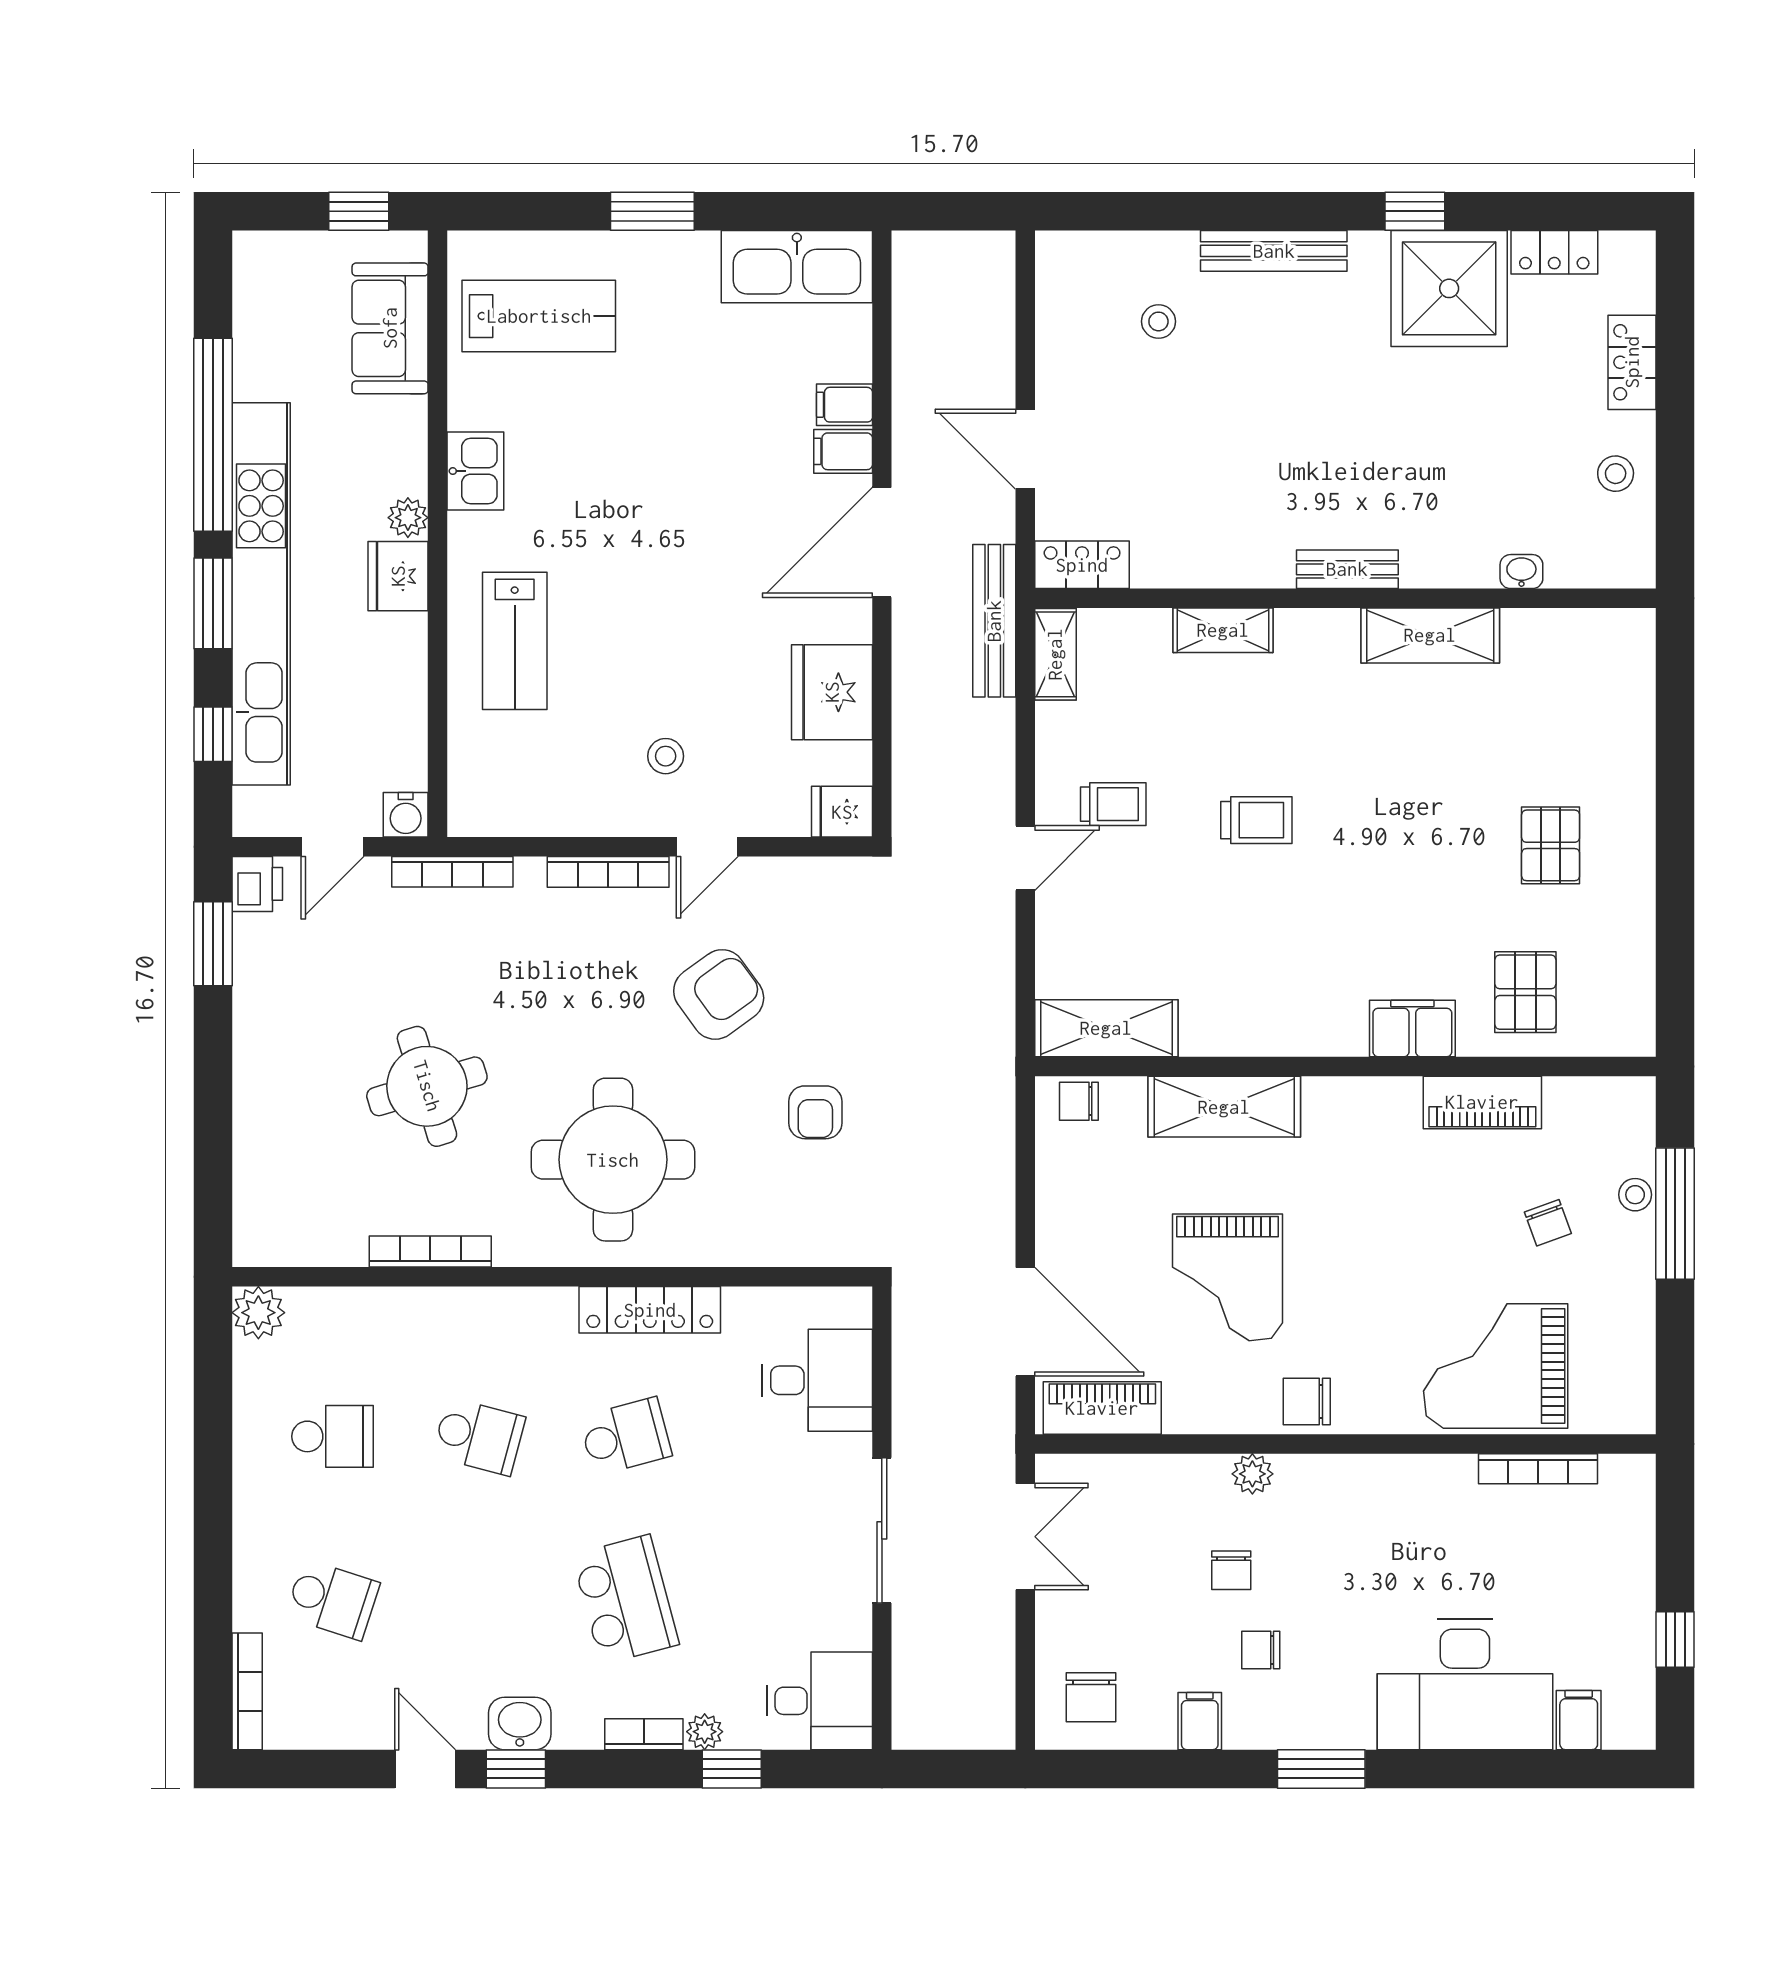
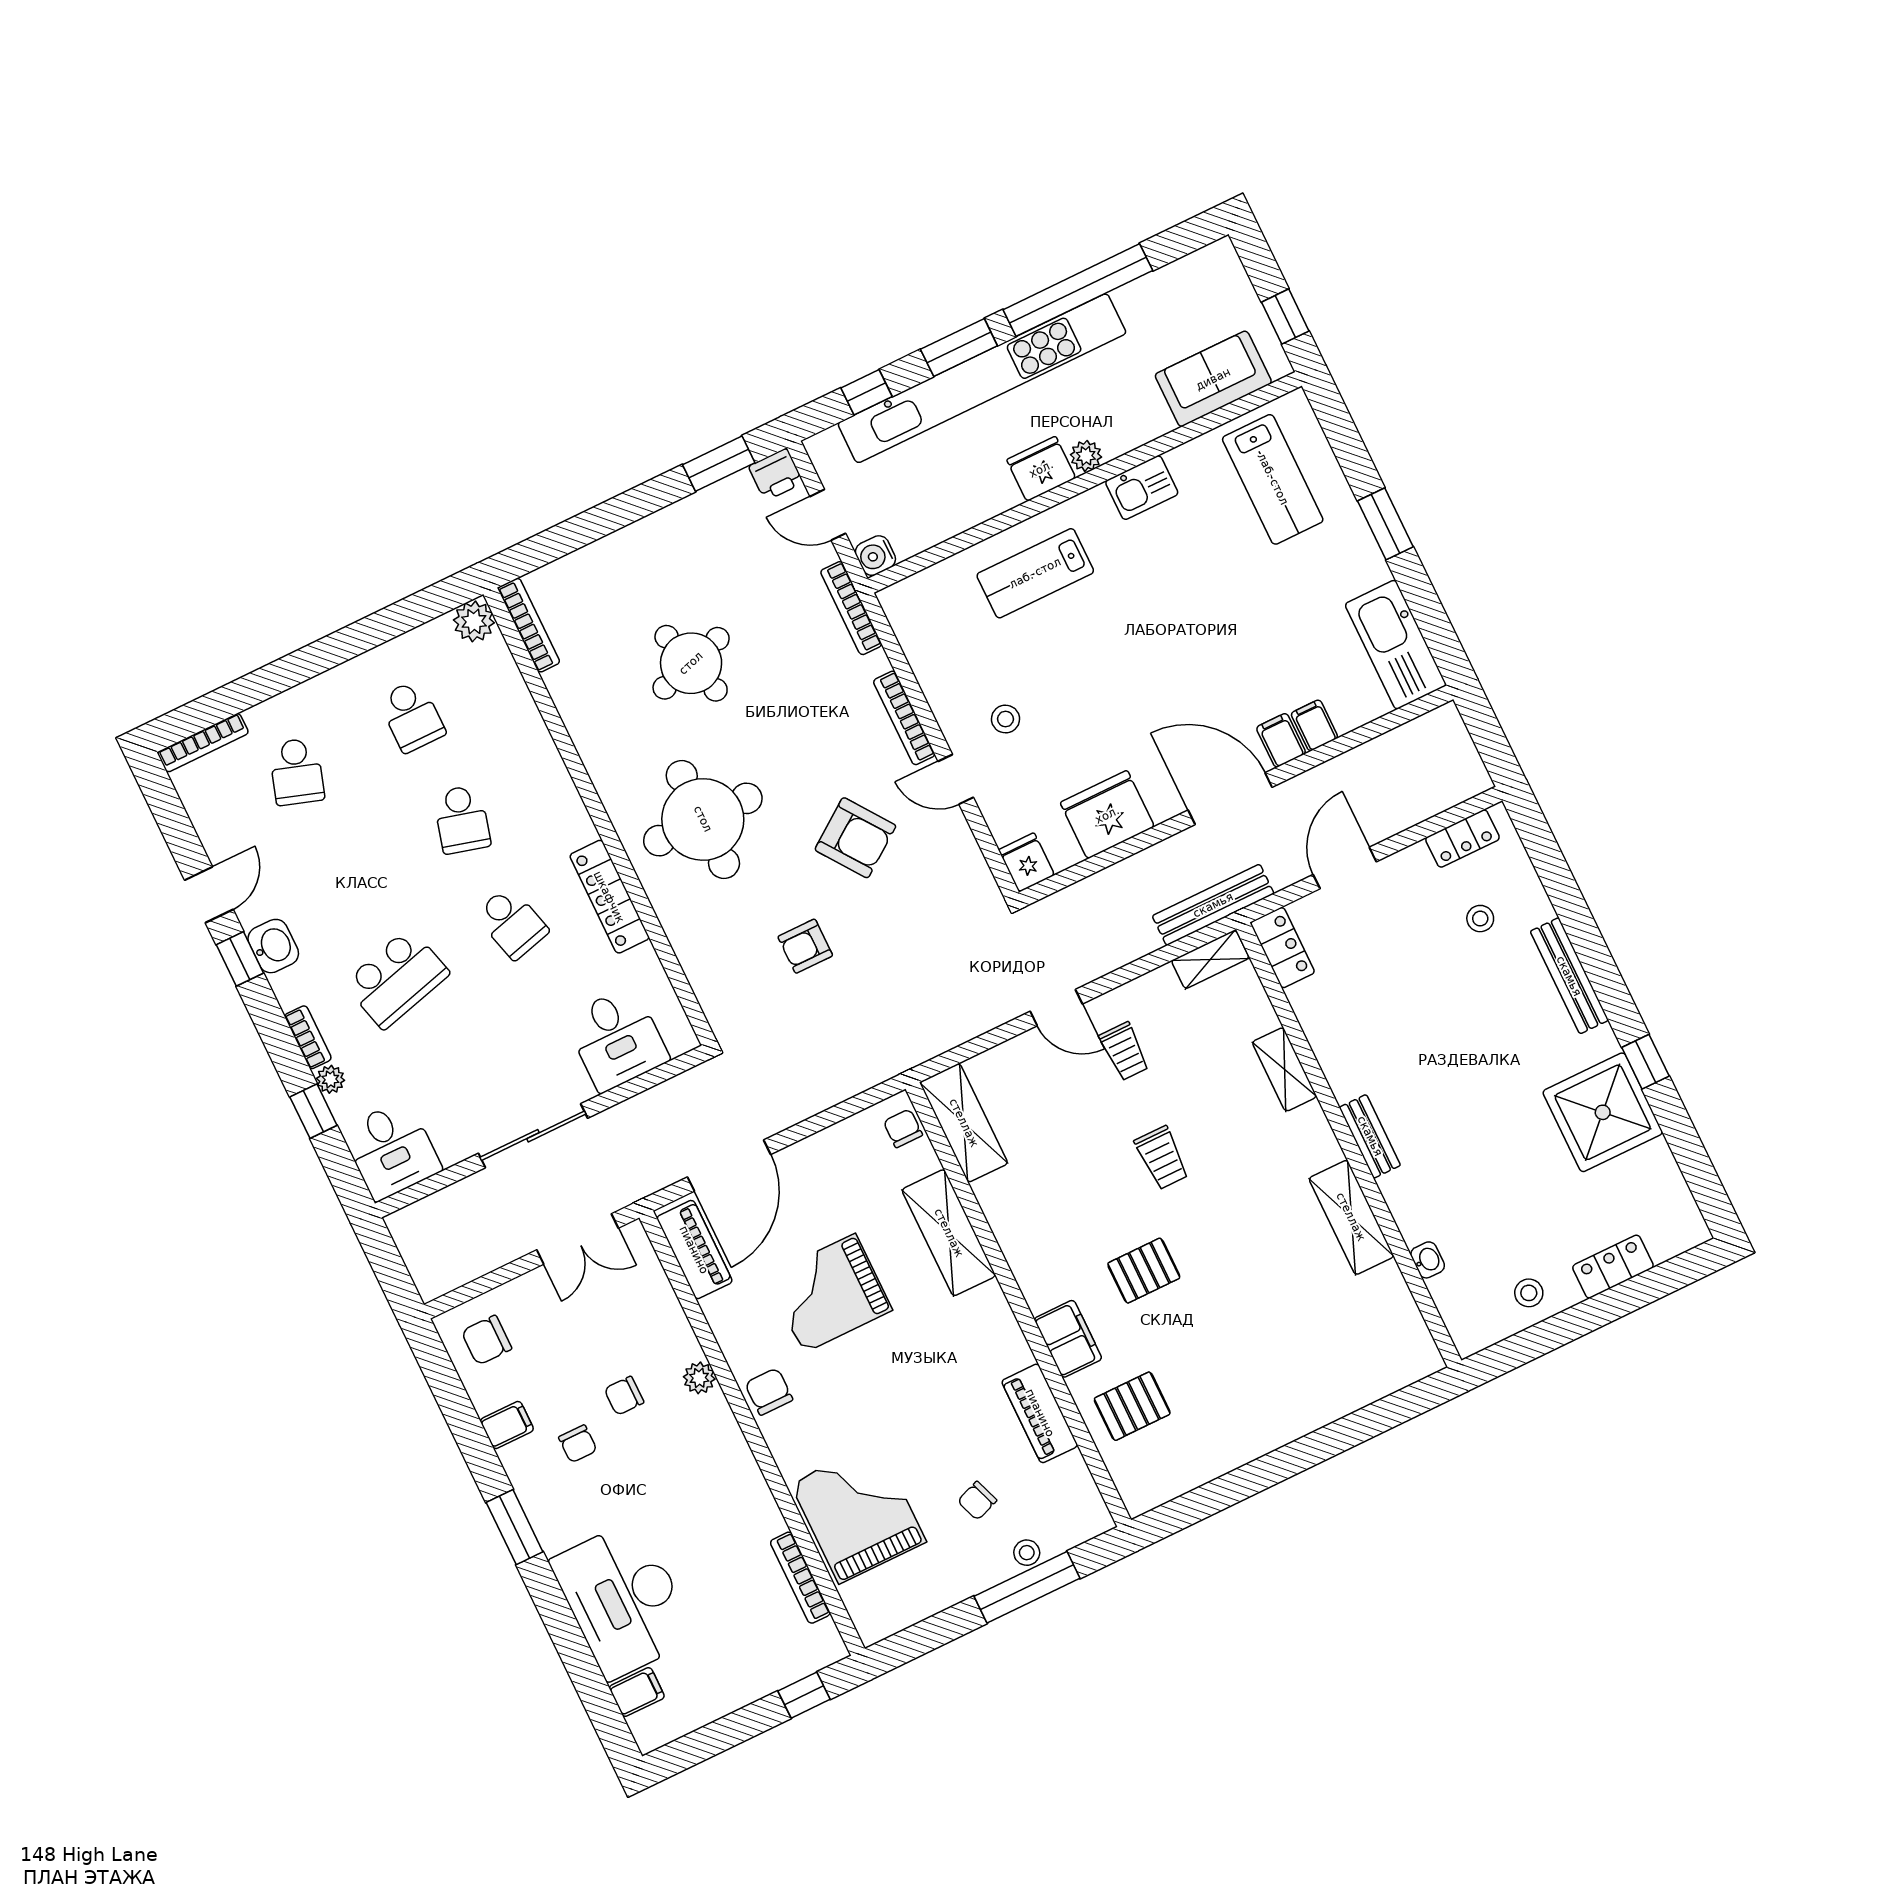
locker: (1554, 252) -> (1462, 838), moved, turned -90
pallet: (1551, 845) -> (1144, 1271), moved
bookcase: (430, 1252) -> (529, 625), moved
window: (1675, 1639) -> (804, 1695), moved
chair: (1261, 1650) -> (578, 1444), turned 180

